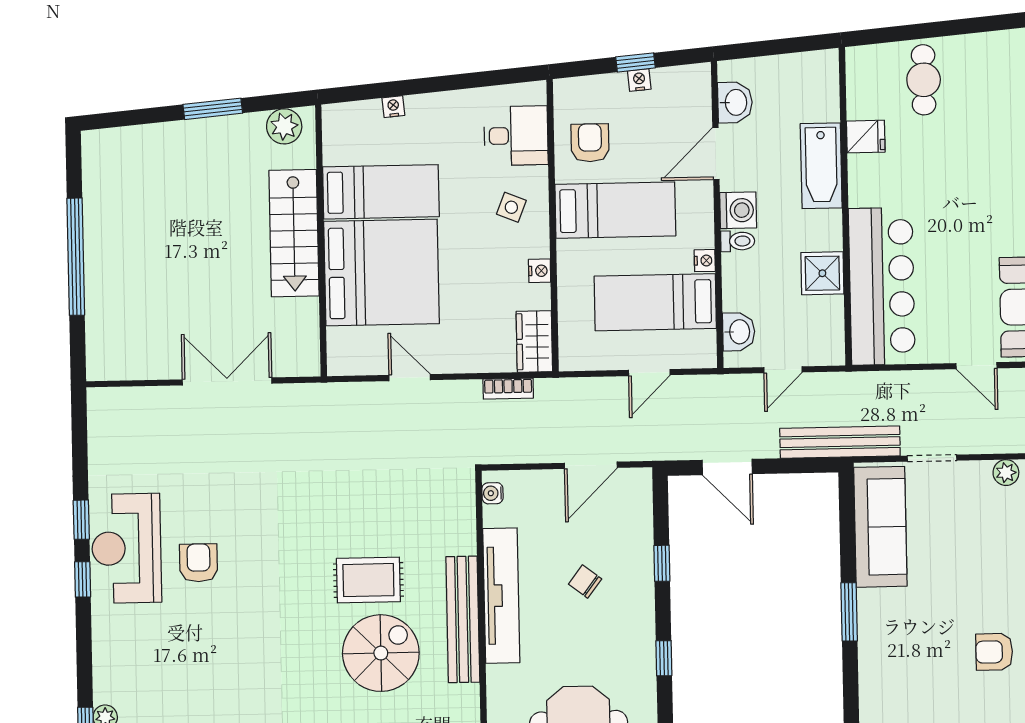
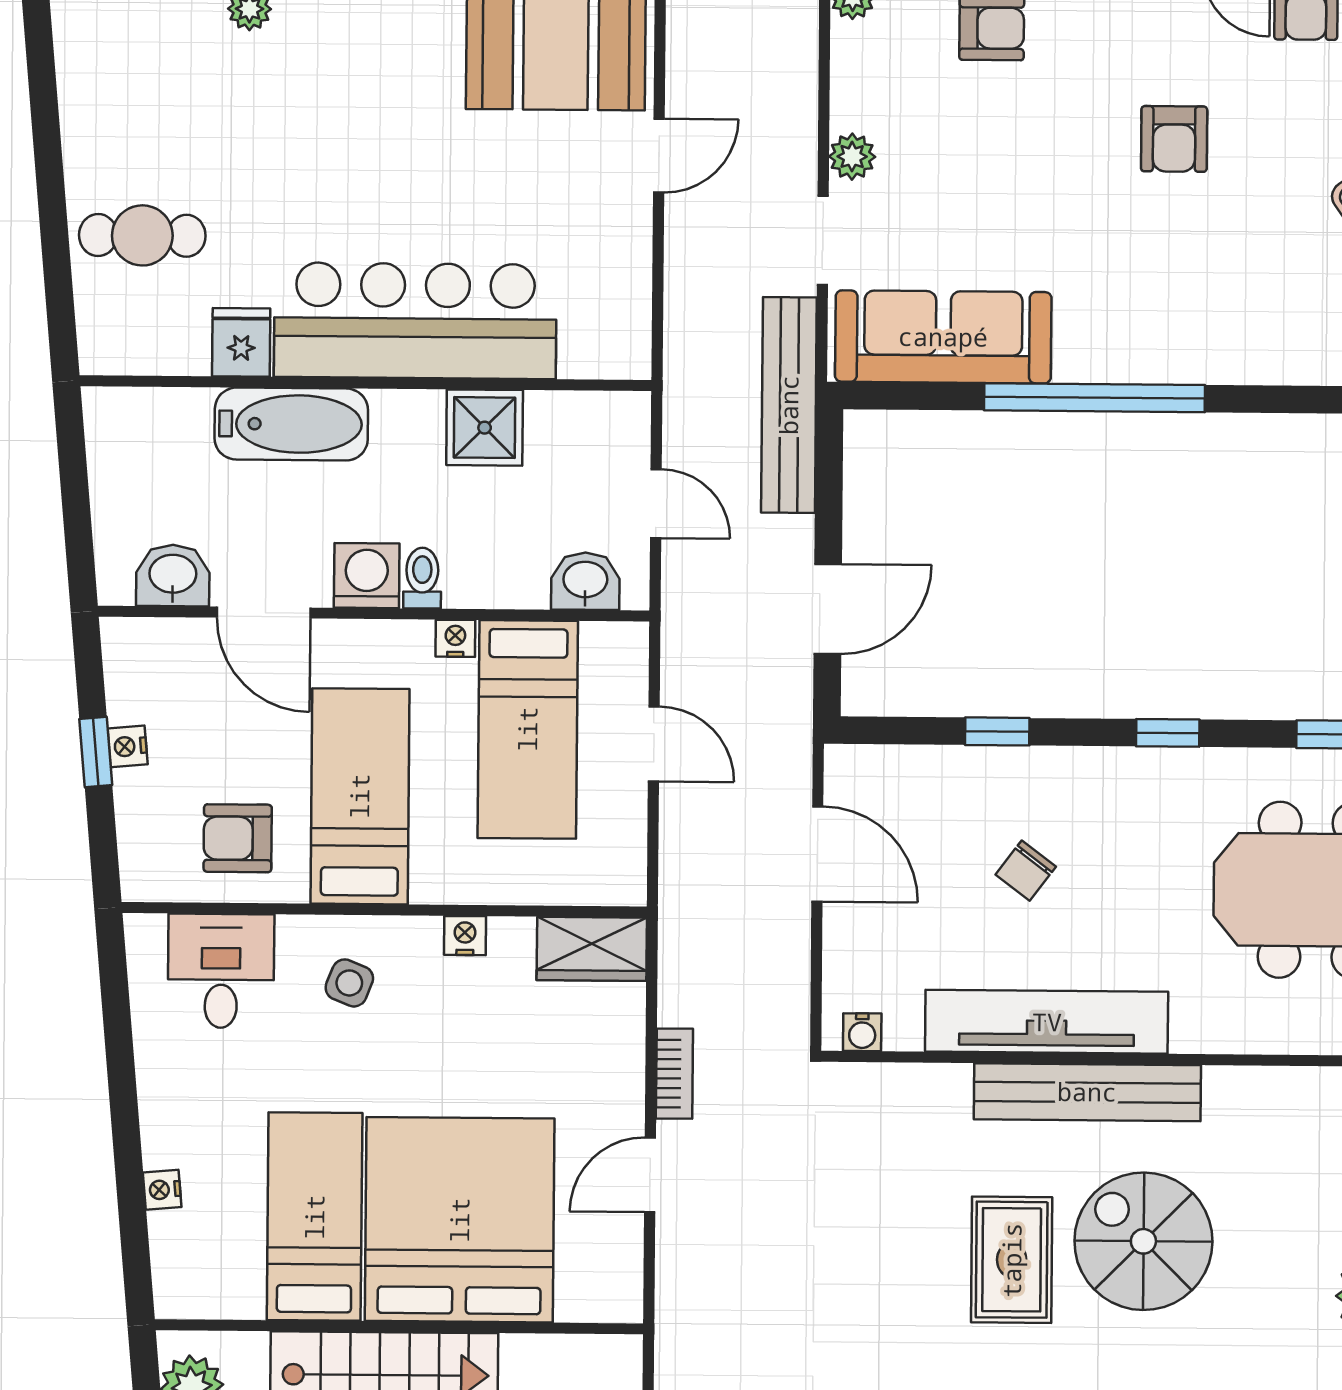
bar counter: (882, 286) -> (415, 321), moved
bookcase: (508, 389) -> (674, 1074), moved
plant: (1006, 473) -> (852, 157), moved
window: (849, 612) -> (1094, 398), width x2.11

